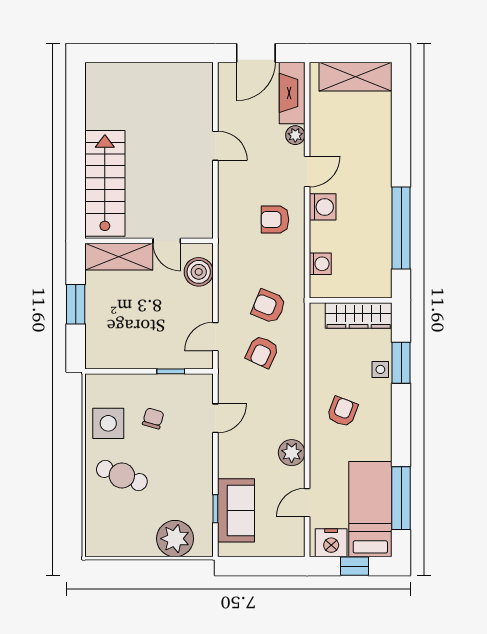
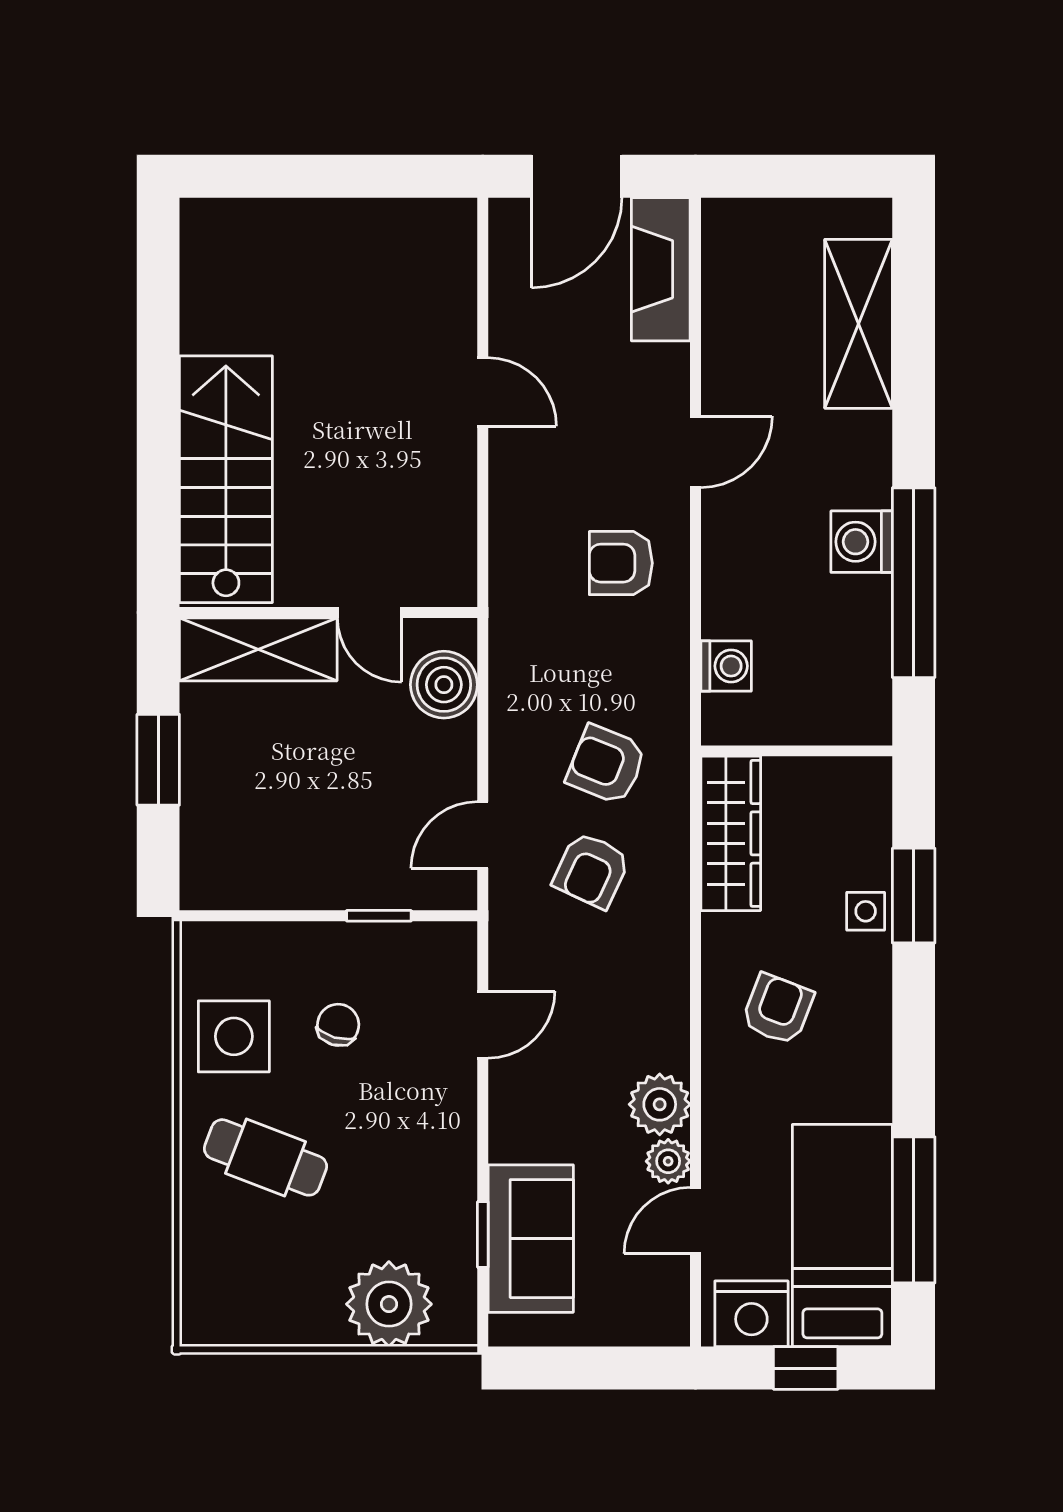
shelving: (355, 77) -> (859, 324), moved, turned 90
plant: (295, 135) -> (668, 1161), moved
washing machine: (323, 207) -> (862, 542), moved, turned 180
wardrobe: (359, 316) -> (731, 833), moved, turned -90

